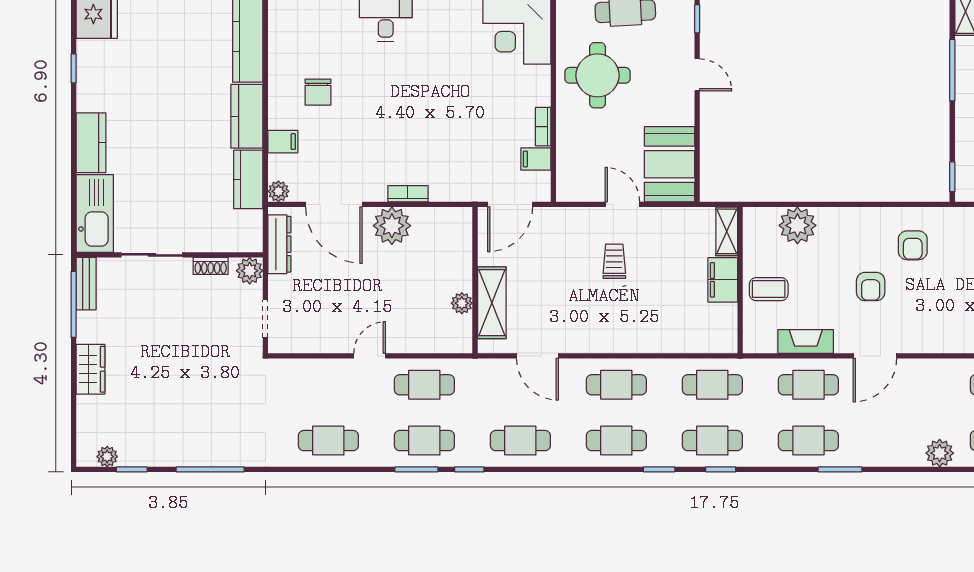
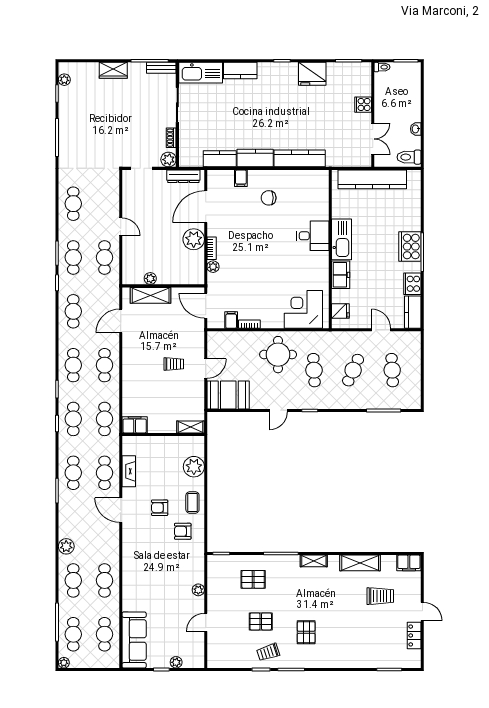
plant: (278, 191) -> (213, 267), moved
filing cabinet: (723, 280) -> (135, 425), moved
coffee table: (769, 289) -> (192, 502), moved

